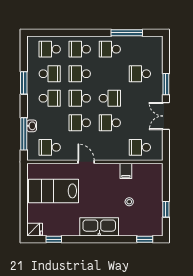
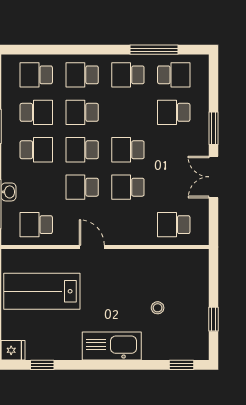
school desk: (140, 49) -> (174, 75), added
school desk: (110, 98) -> (128, 150), turned 180
filing cabinet: (126, 171) -> (152, 261), removed

